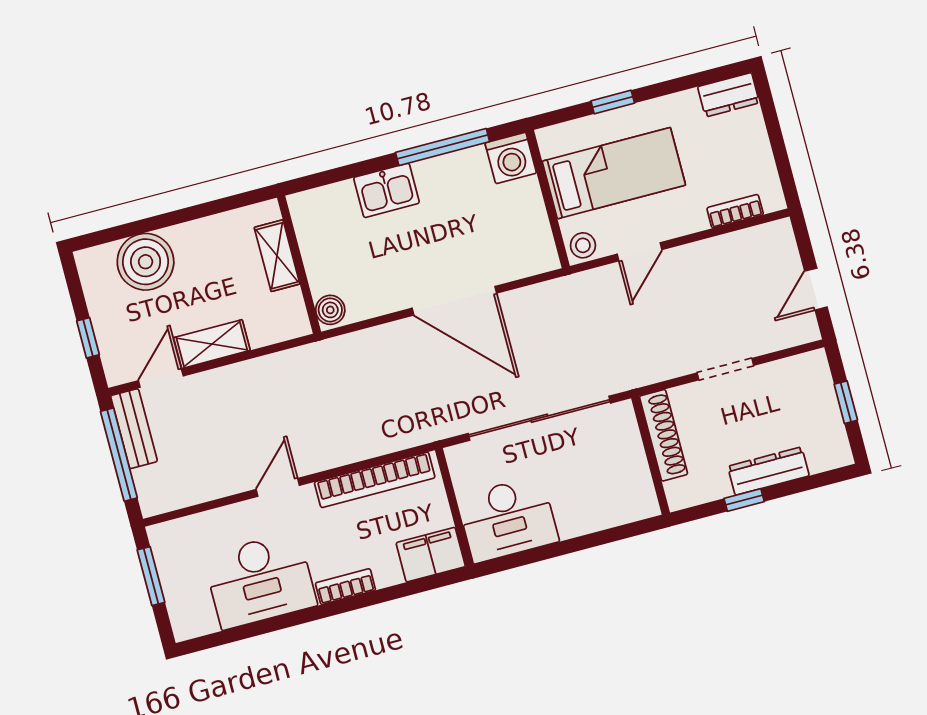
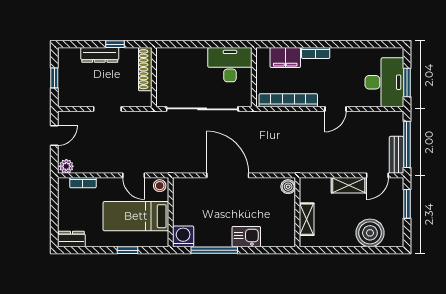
plant: (776, 235) -> (66, 166), added
door: (639, 252) -> (134, 175), swing flipped
window: (88, 338) -> (407, 204), width x1.50
shoe rack: (663, 435) -> (145, 69), moved
filing cabinet: (431, 555) -> (285, 58), moved
desk: (260, 580) -> (384, 82), moved, turned 90

